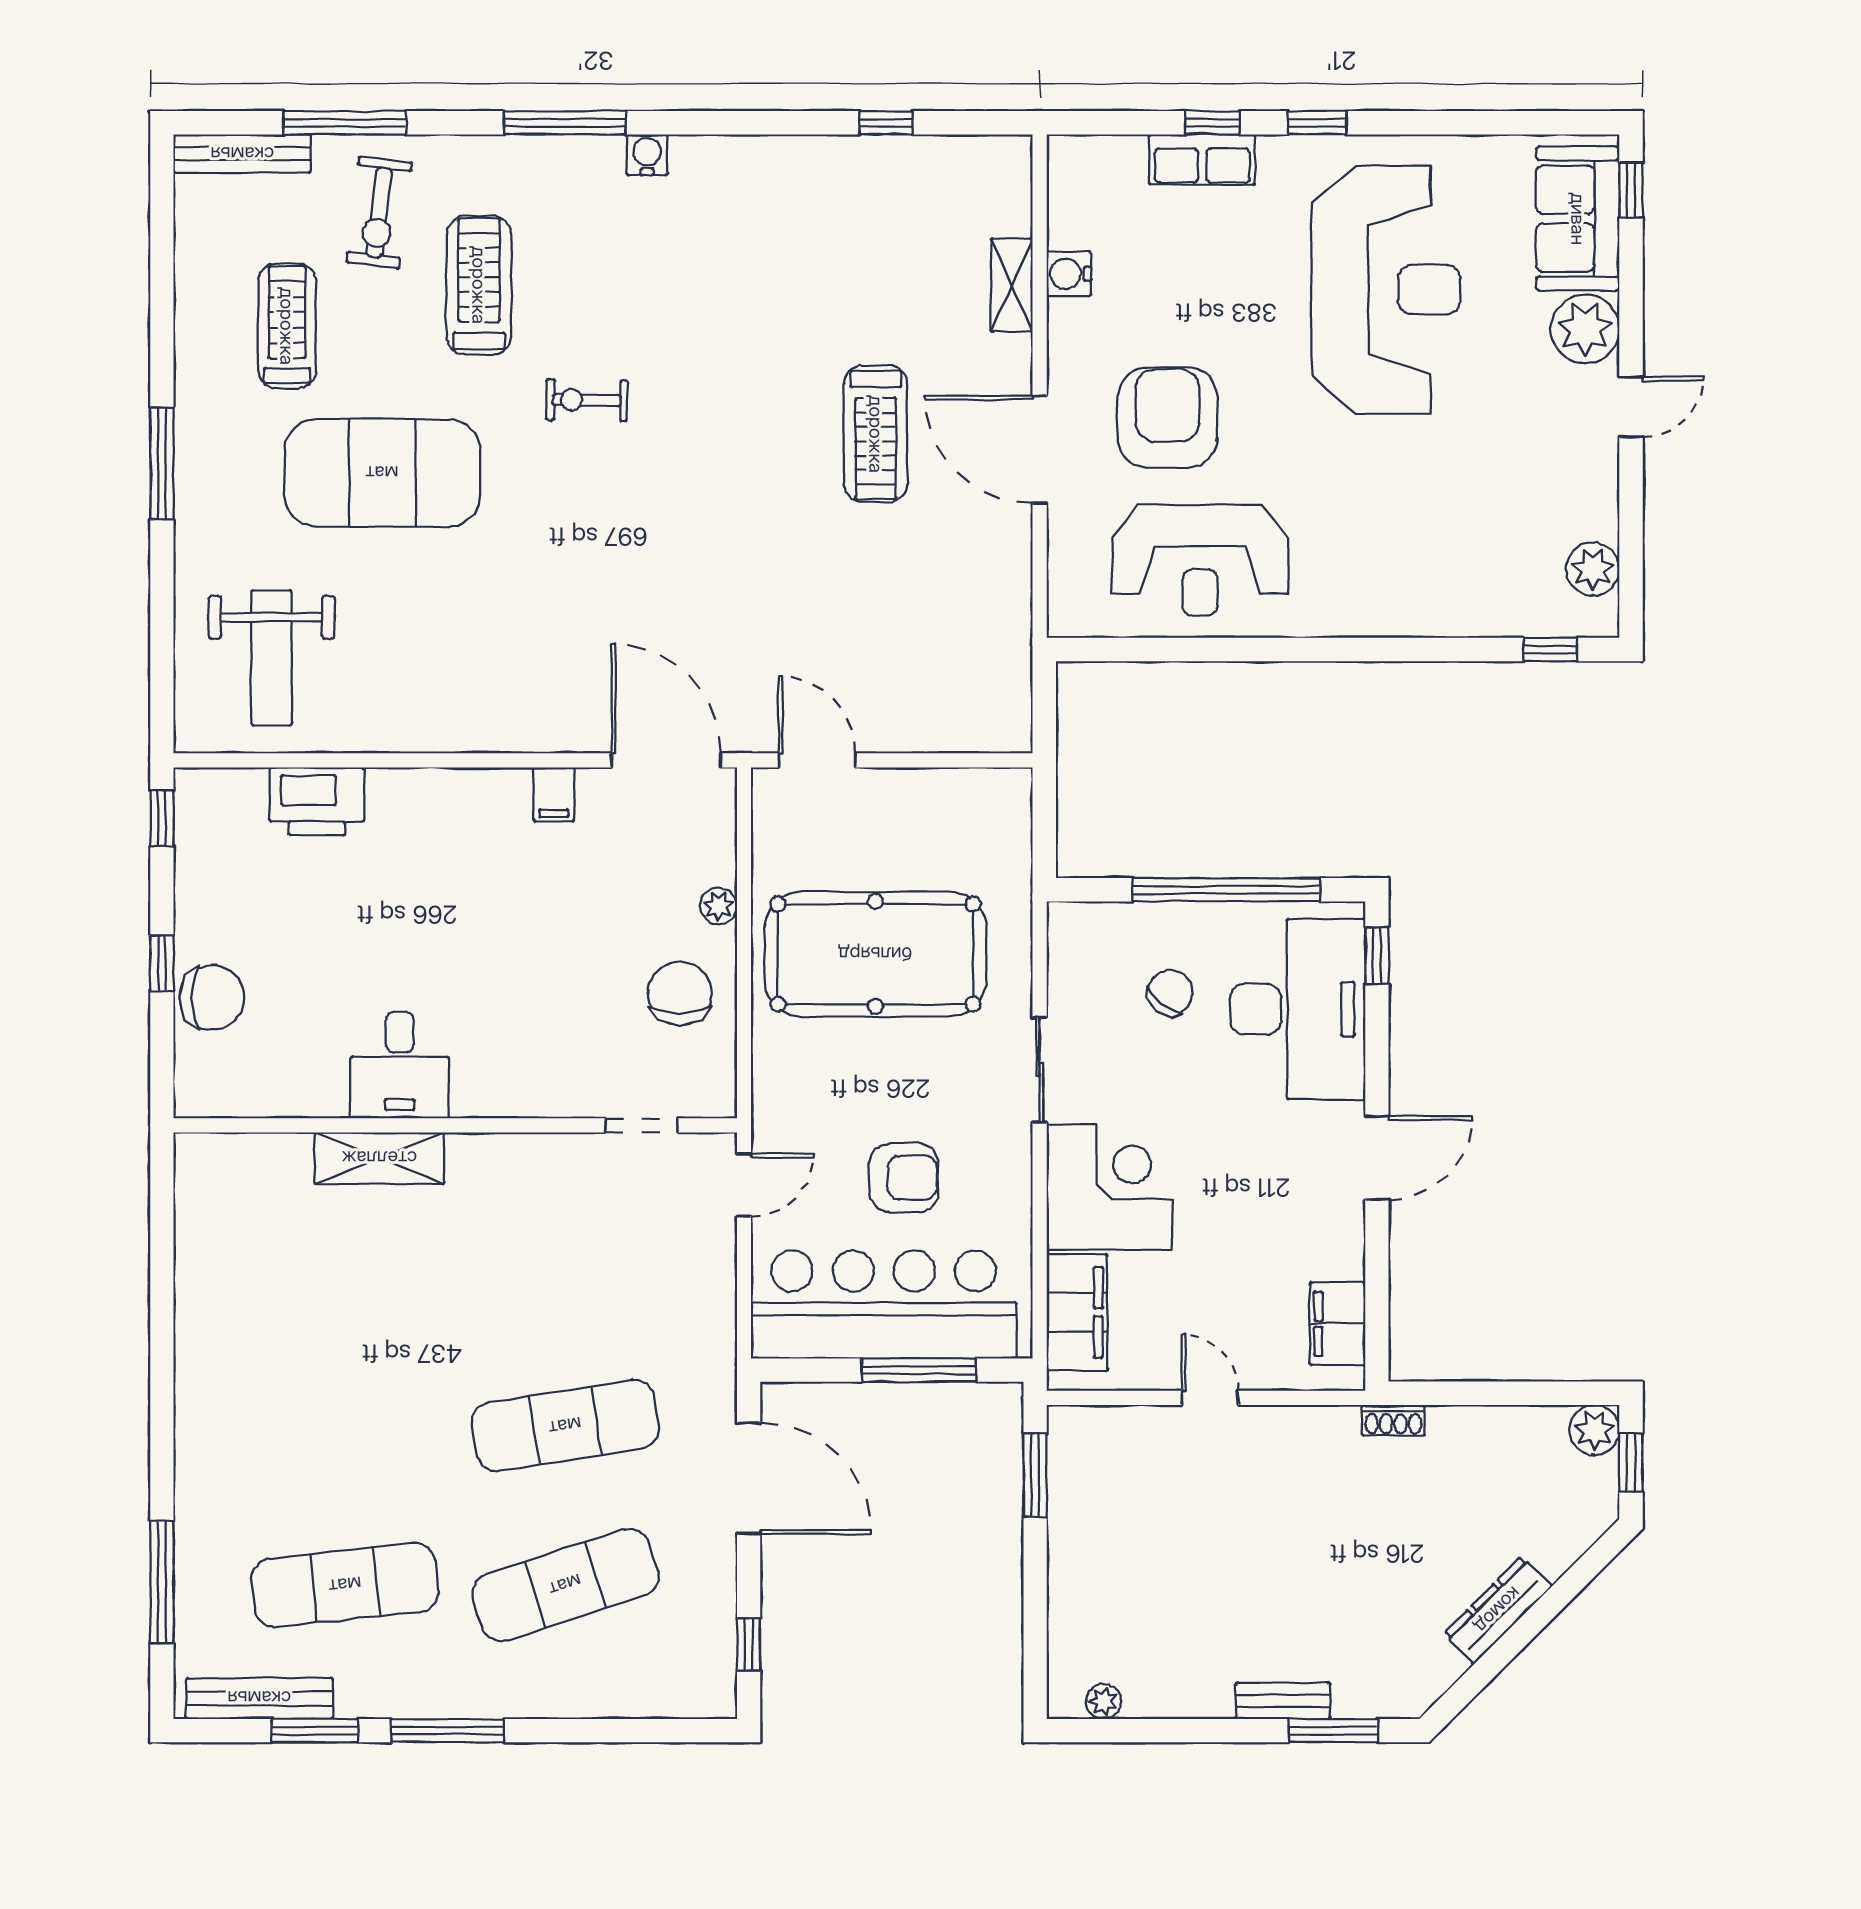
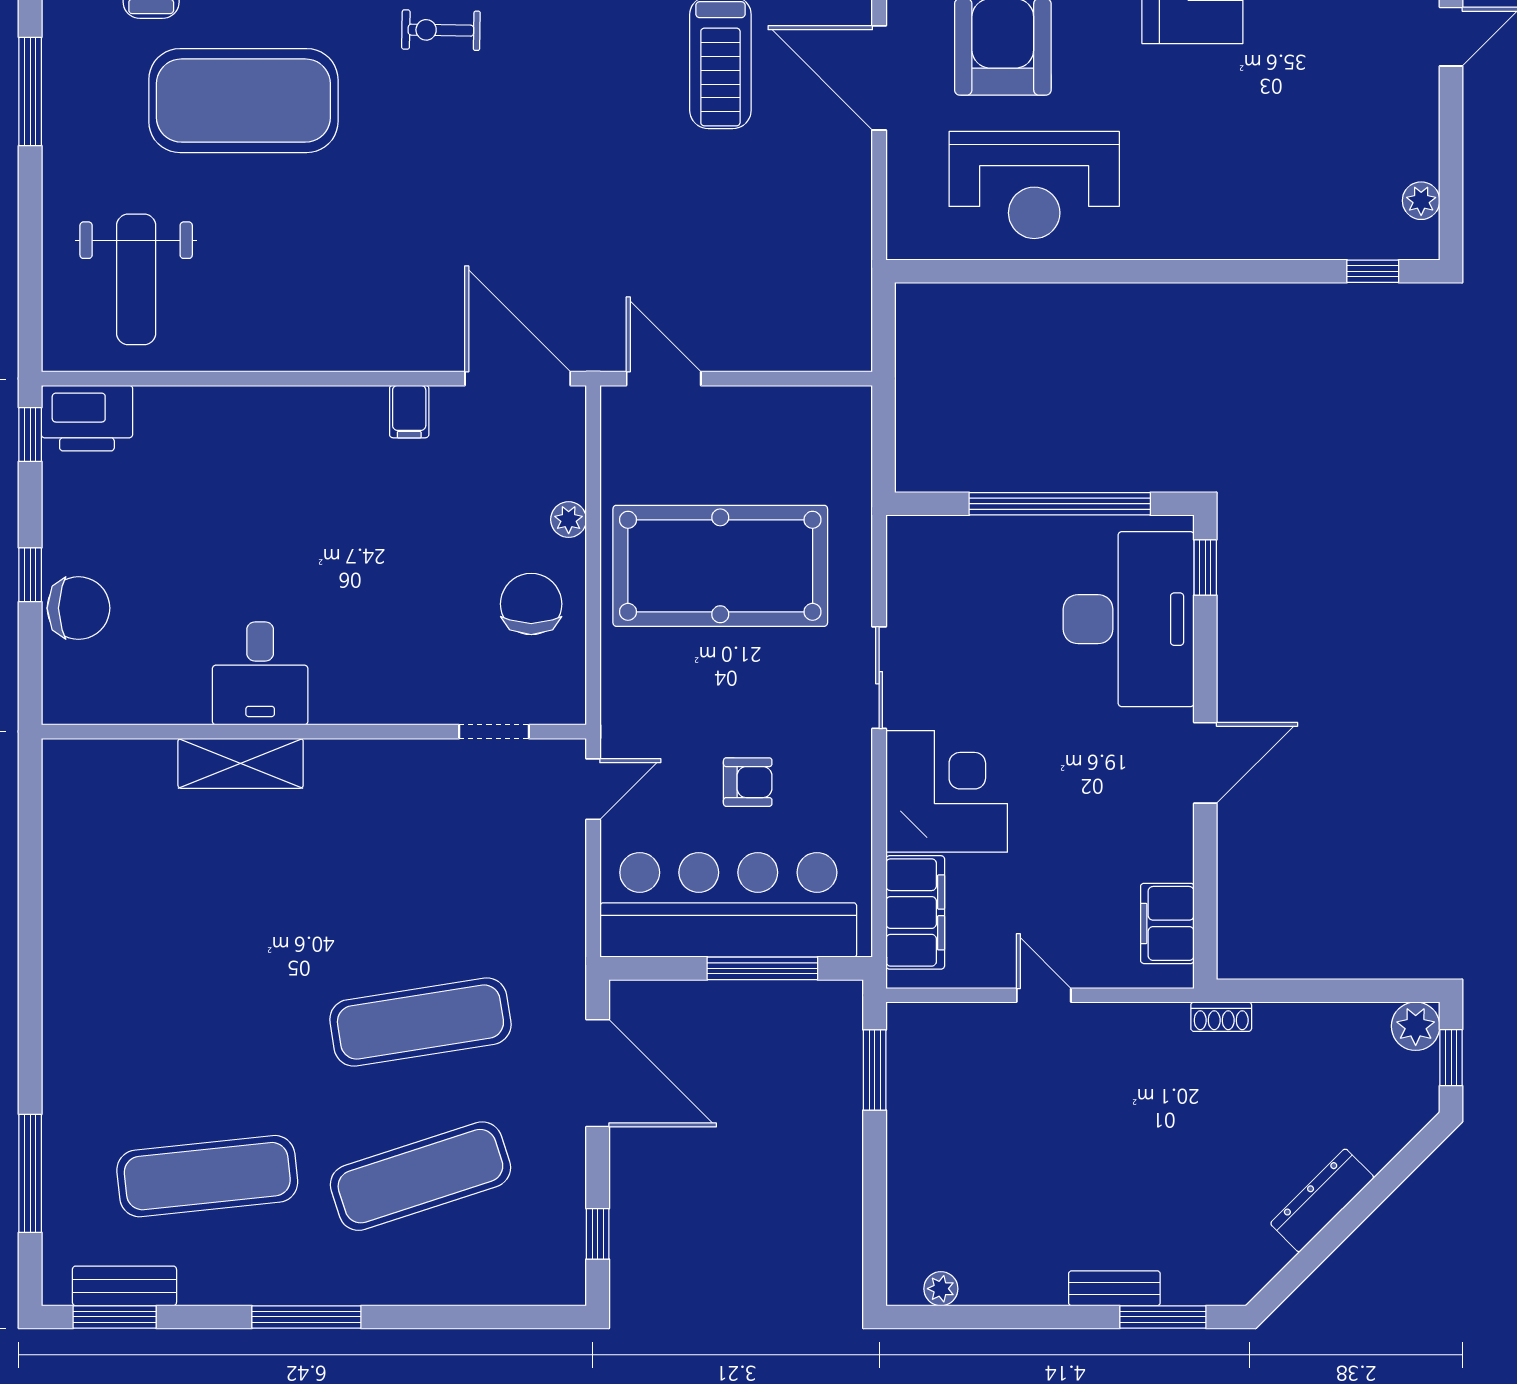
plant: (1593, 569) -> (1421, 201), width x0.73, depth x0.73
printer: (317, 801) -> (87, 418), moved
chair: (1170, 993) -> (1005, 603), removed
armchair: (904, 1178) -> (748, 782), width x0.72, depth x0.72
bench: (259, 1698) -> (124, 1286), width x0.73
window: (315, 1731) -> (115, 1317), moved

